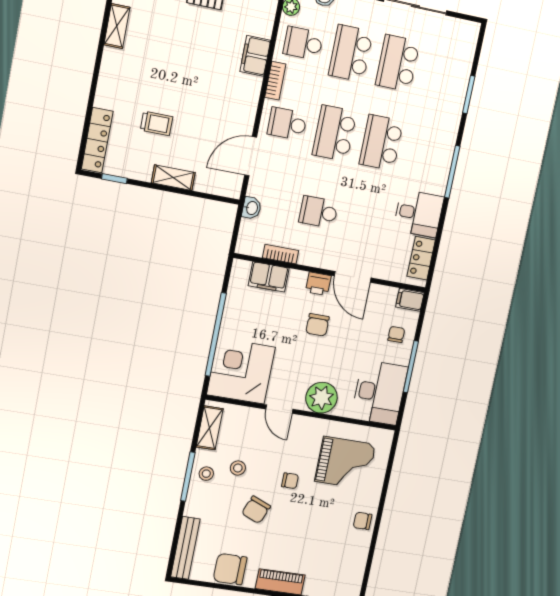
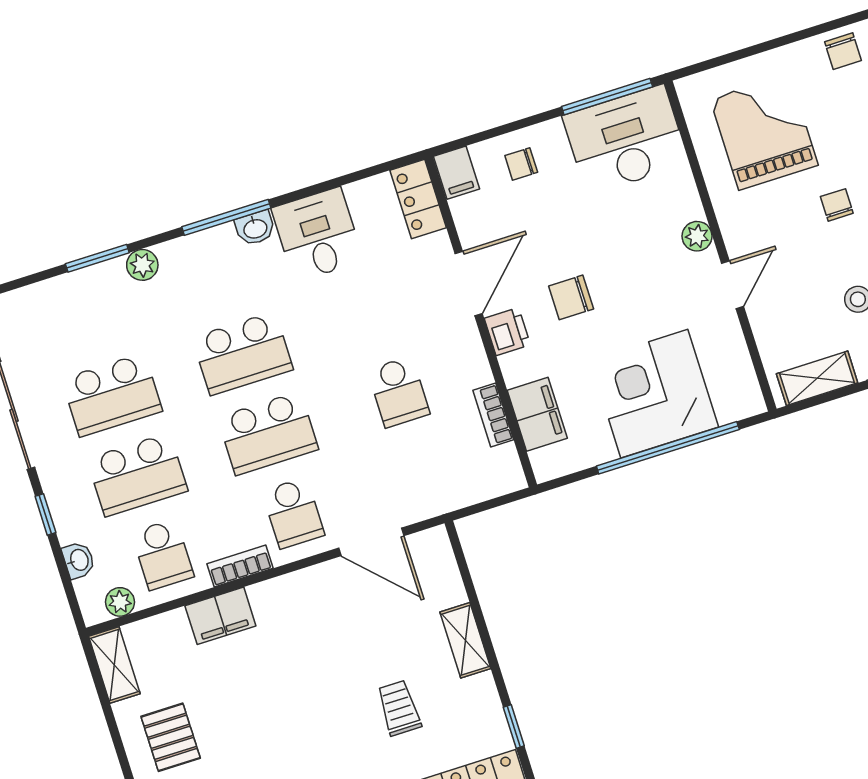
plant: (453, 116) -> (142, 265), added
washbasin: (252, 208) -> (255, 228), moved, turned 180
locker: (421, 258) -> (418, 199), moved, turned 90
chair: (317, 325) -> (571, 297), turned 180
window: (411, 367) -> (607, 97), moved
corner desk: (241, 371) -> (654, 394), moved, turned 90
plant: (322, 398) -> (697, 236), width x0.53, depth x0.53

